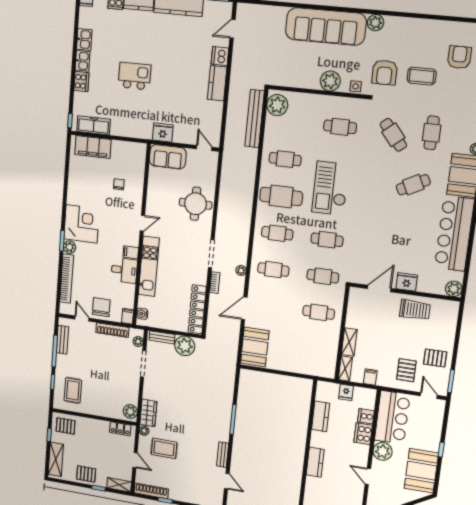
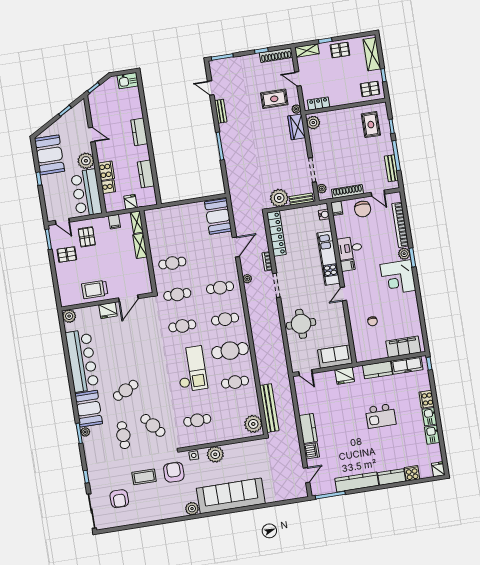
kitchen counter: (126, 129) -> (378, 370), added

